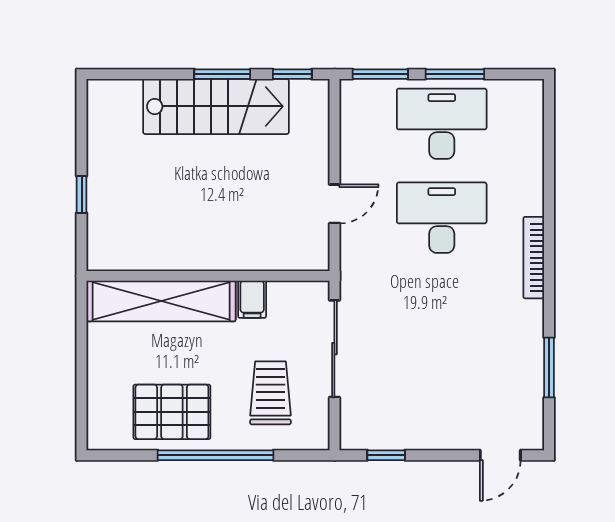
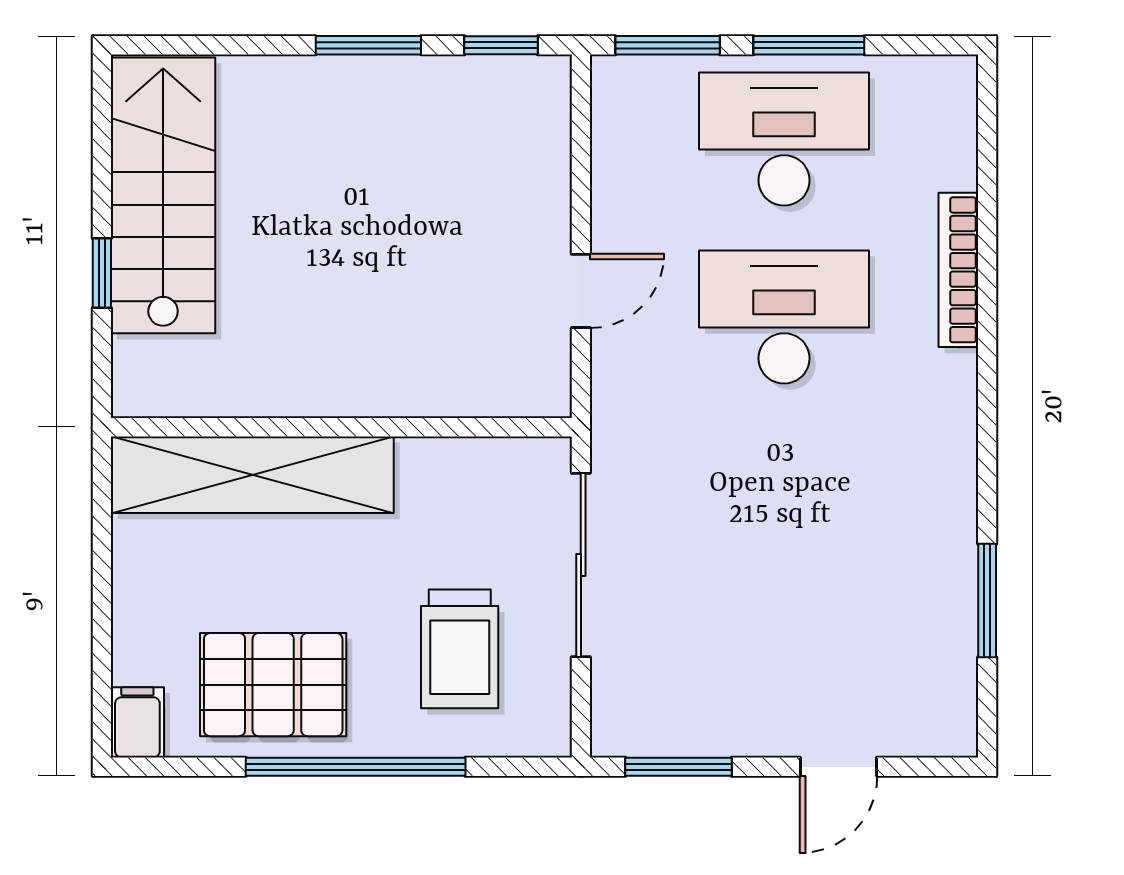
stairs: (216, 106) -> (163, 195), moved, turned -90
bookcase: (534, 258) -> (958, 270), moved
filing cabinet: (252, 299) -> (137, 722), moved, turned 180
trolley: (270, 393) -> (460, 649), turned 180
window: (386, 455) -> (679, 767), width x1.50
door: (500, 455) -> (839, 767), moved

